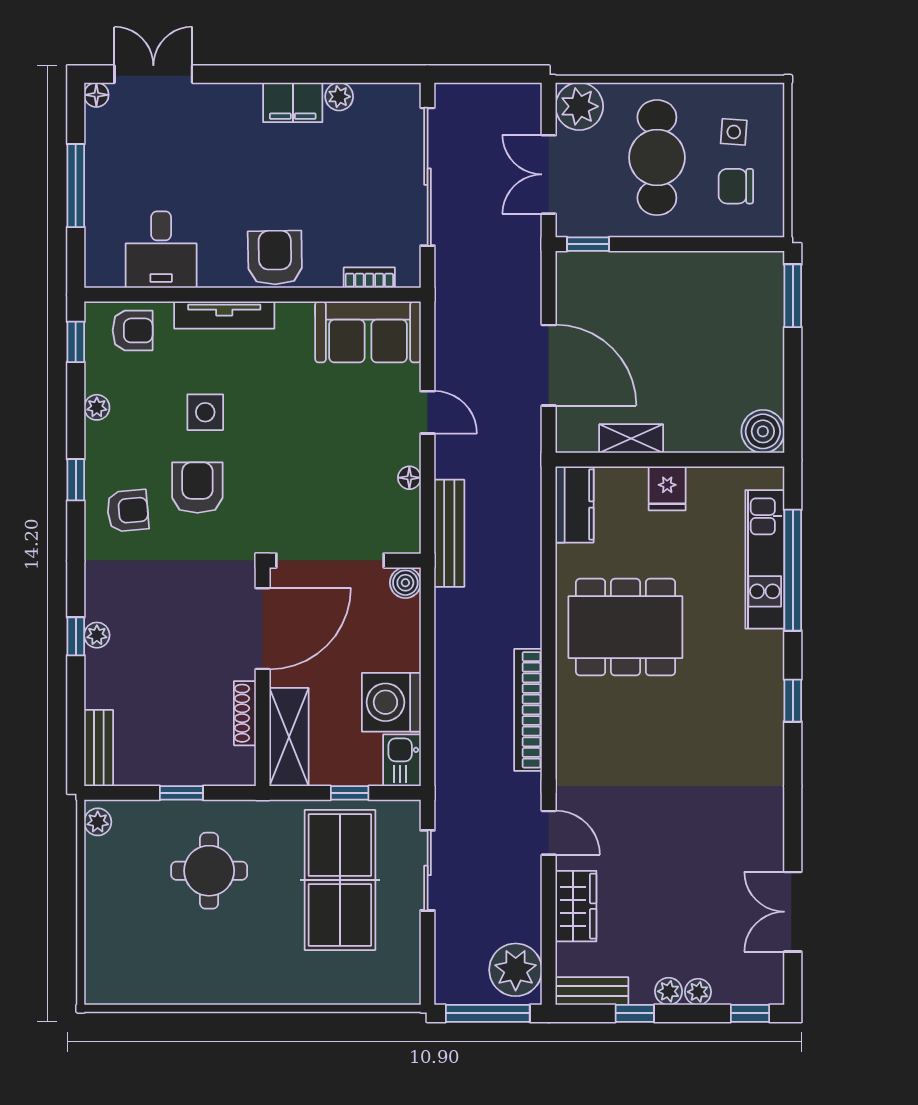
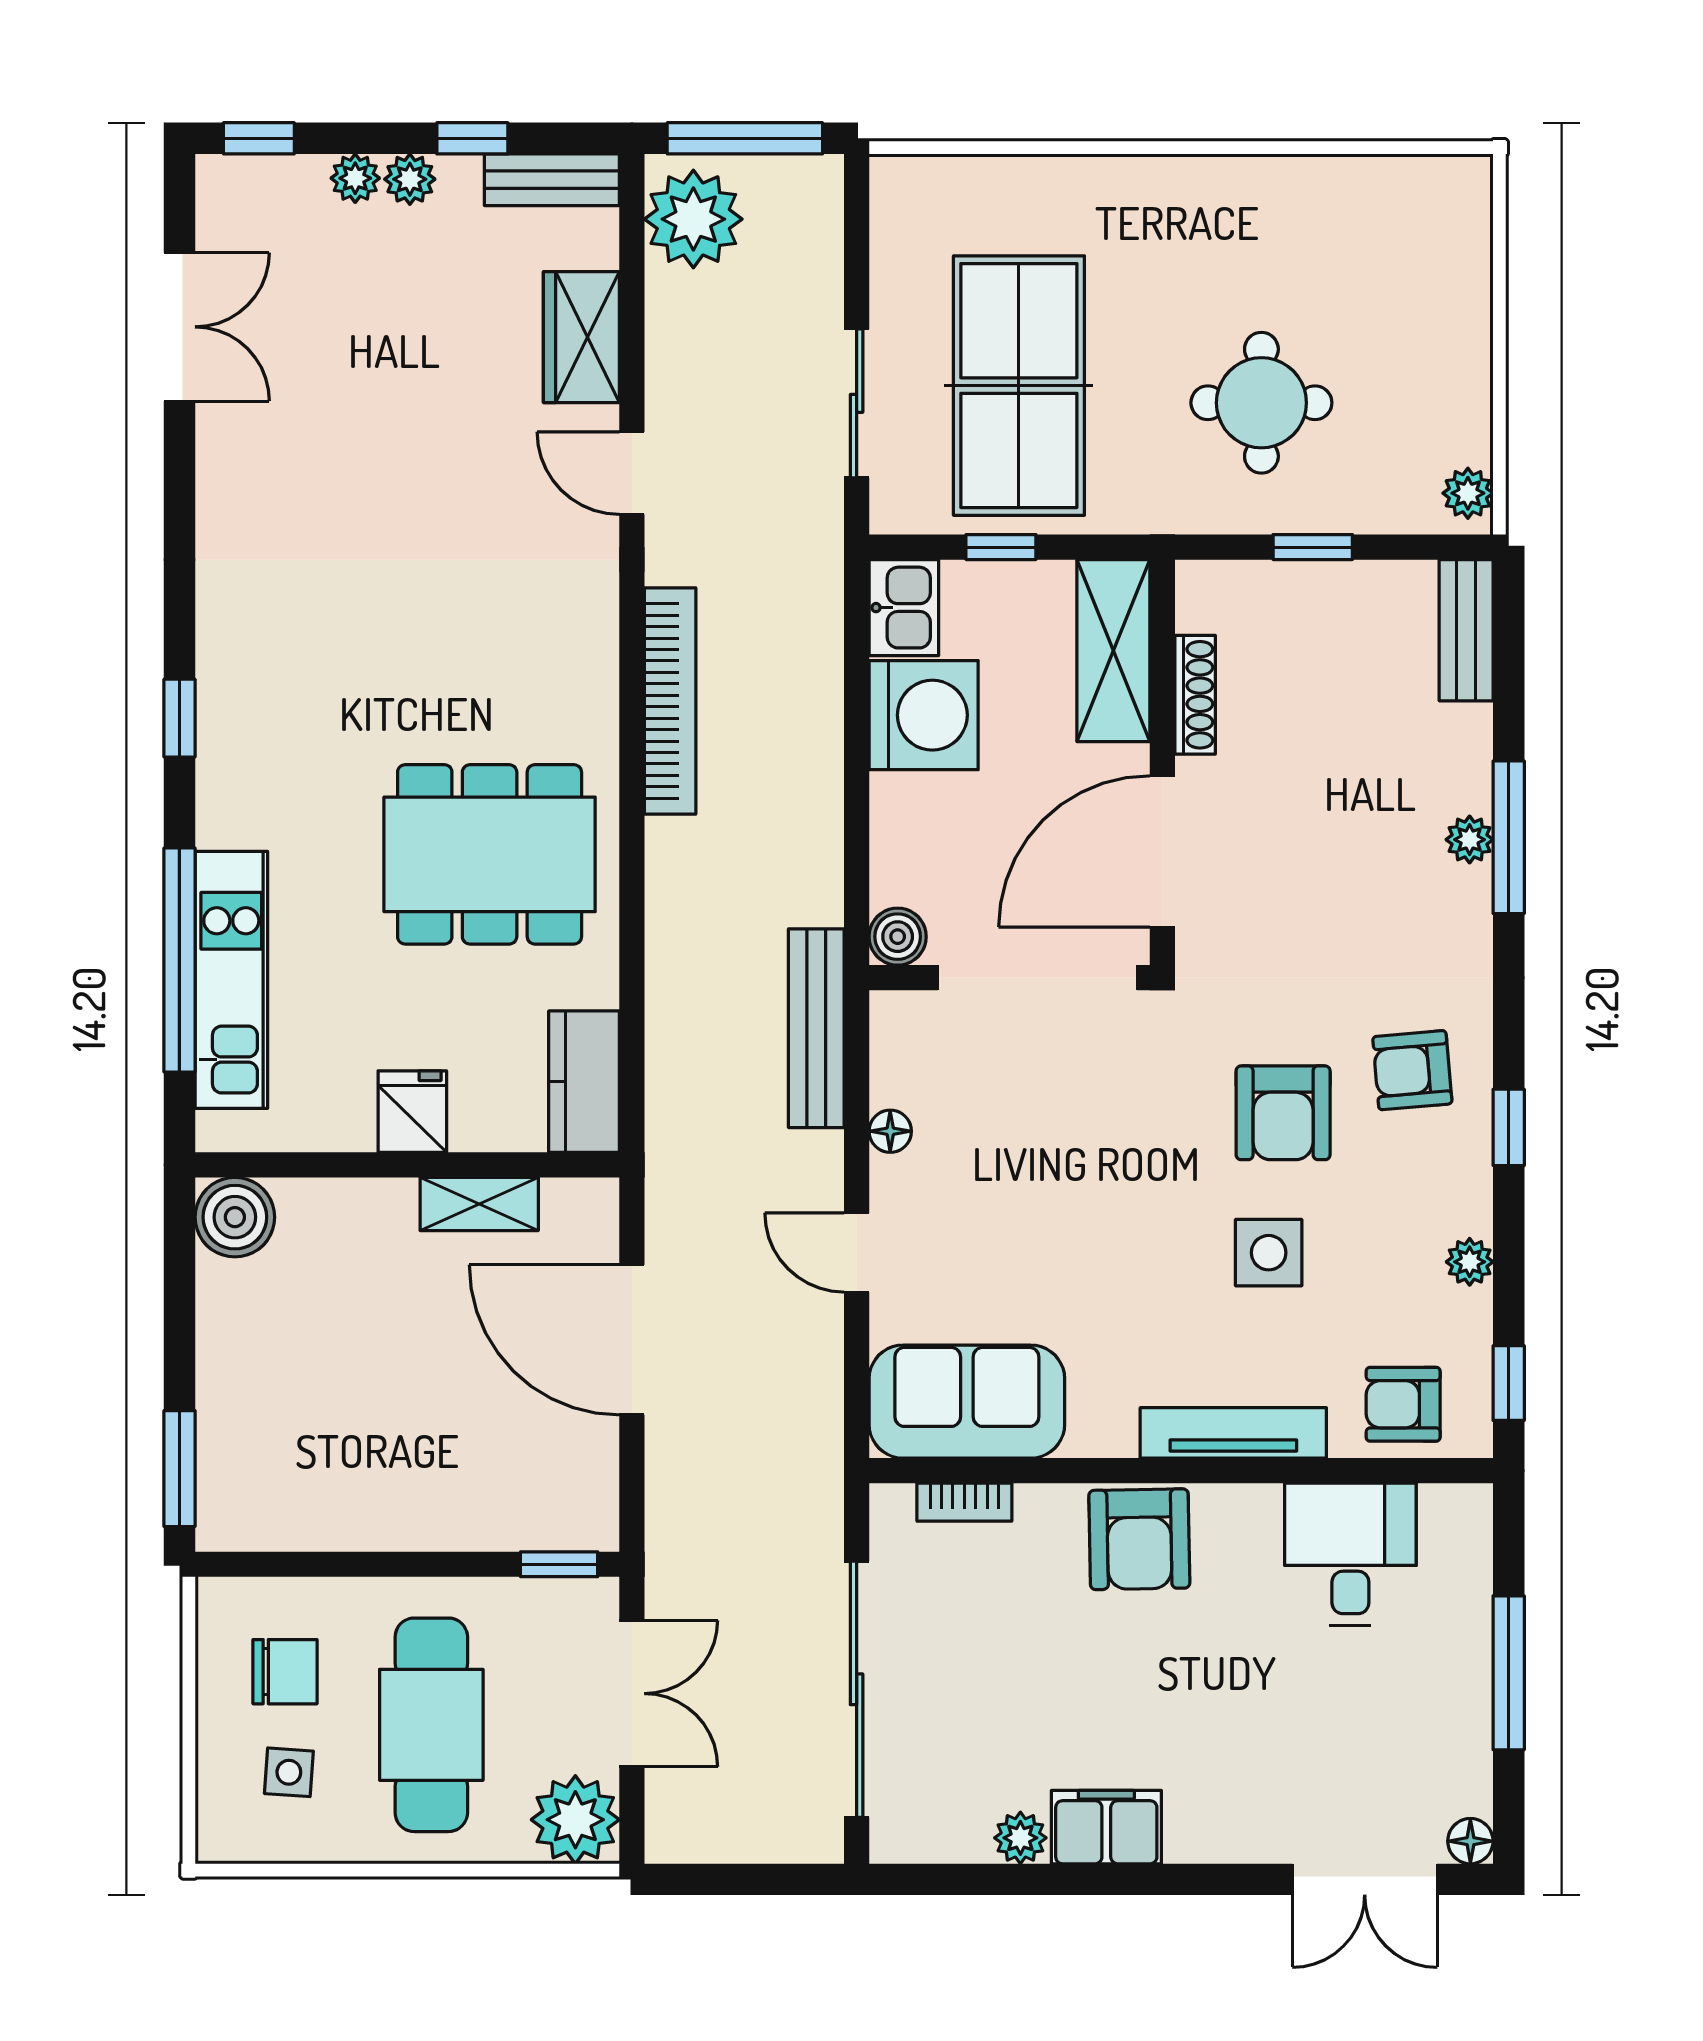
window: (76, 636) -> (1509, 837), width x2.17

